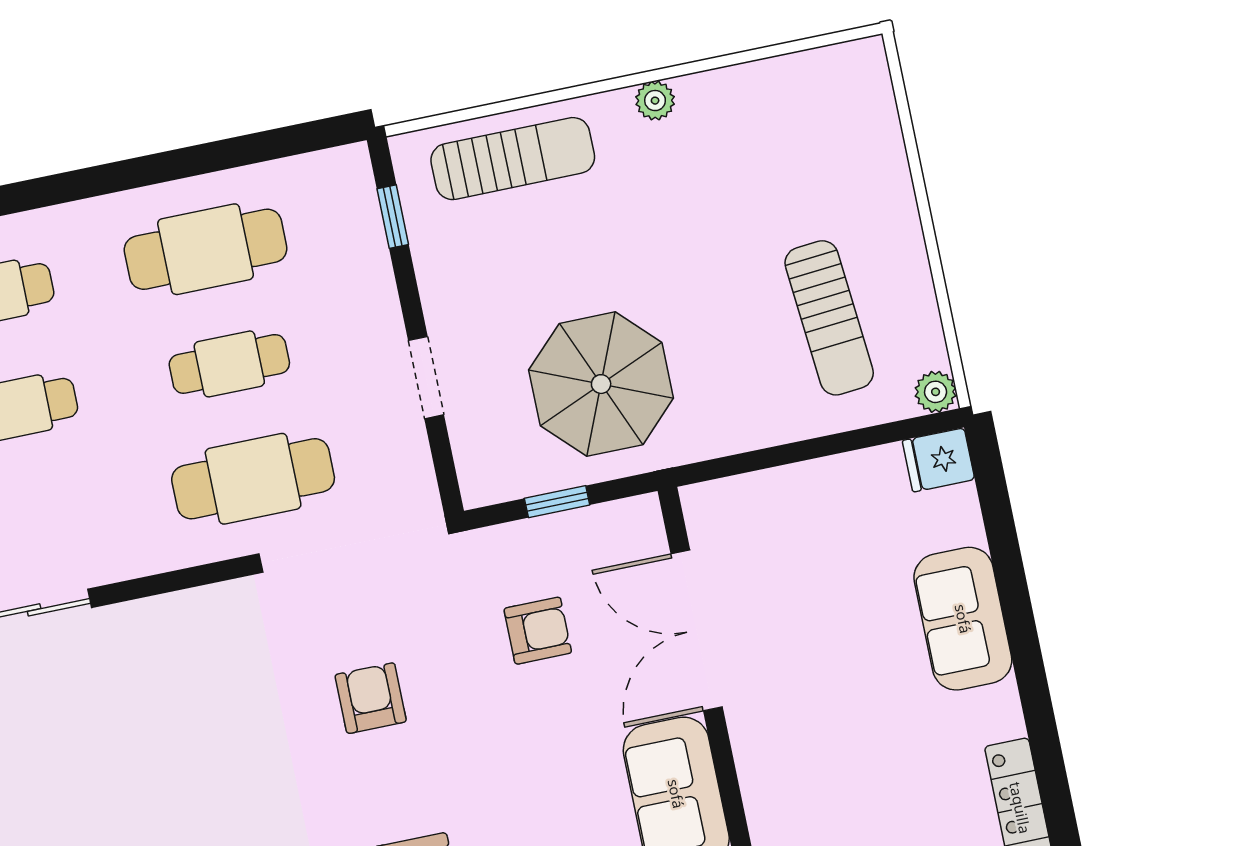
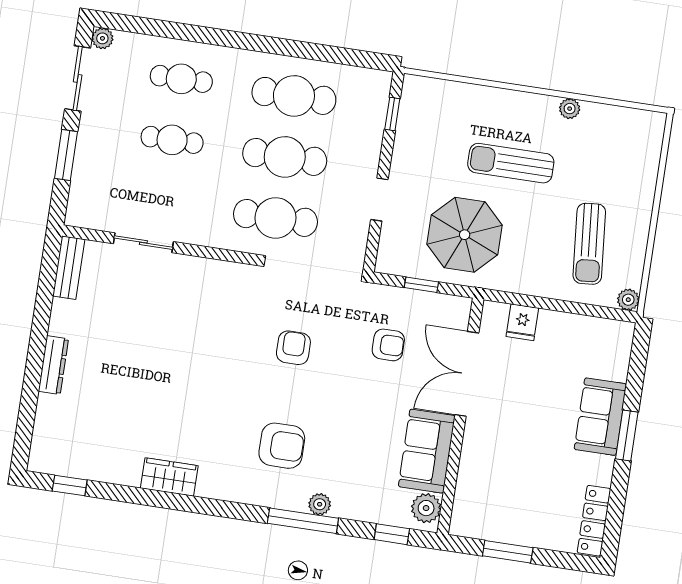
plant: (655, 101) -> (570, 109), moved
sun lounger: (513, 159) -> (511, 163), moved, turned 180
cafe table: (229, 364) -> (285, 157), width x1.37, depth x1.35
fridge: (938, 460) -> (522, 322), moved, turned -90
window: (1022, 635) -> (627, 435), added

